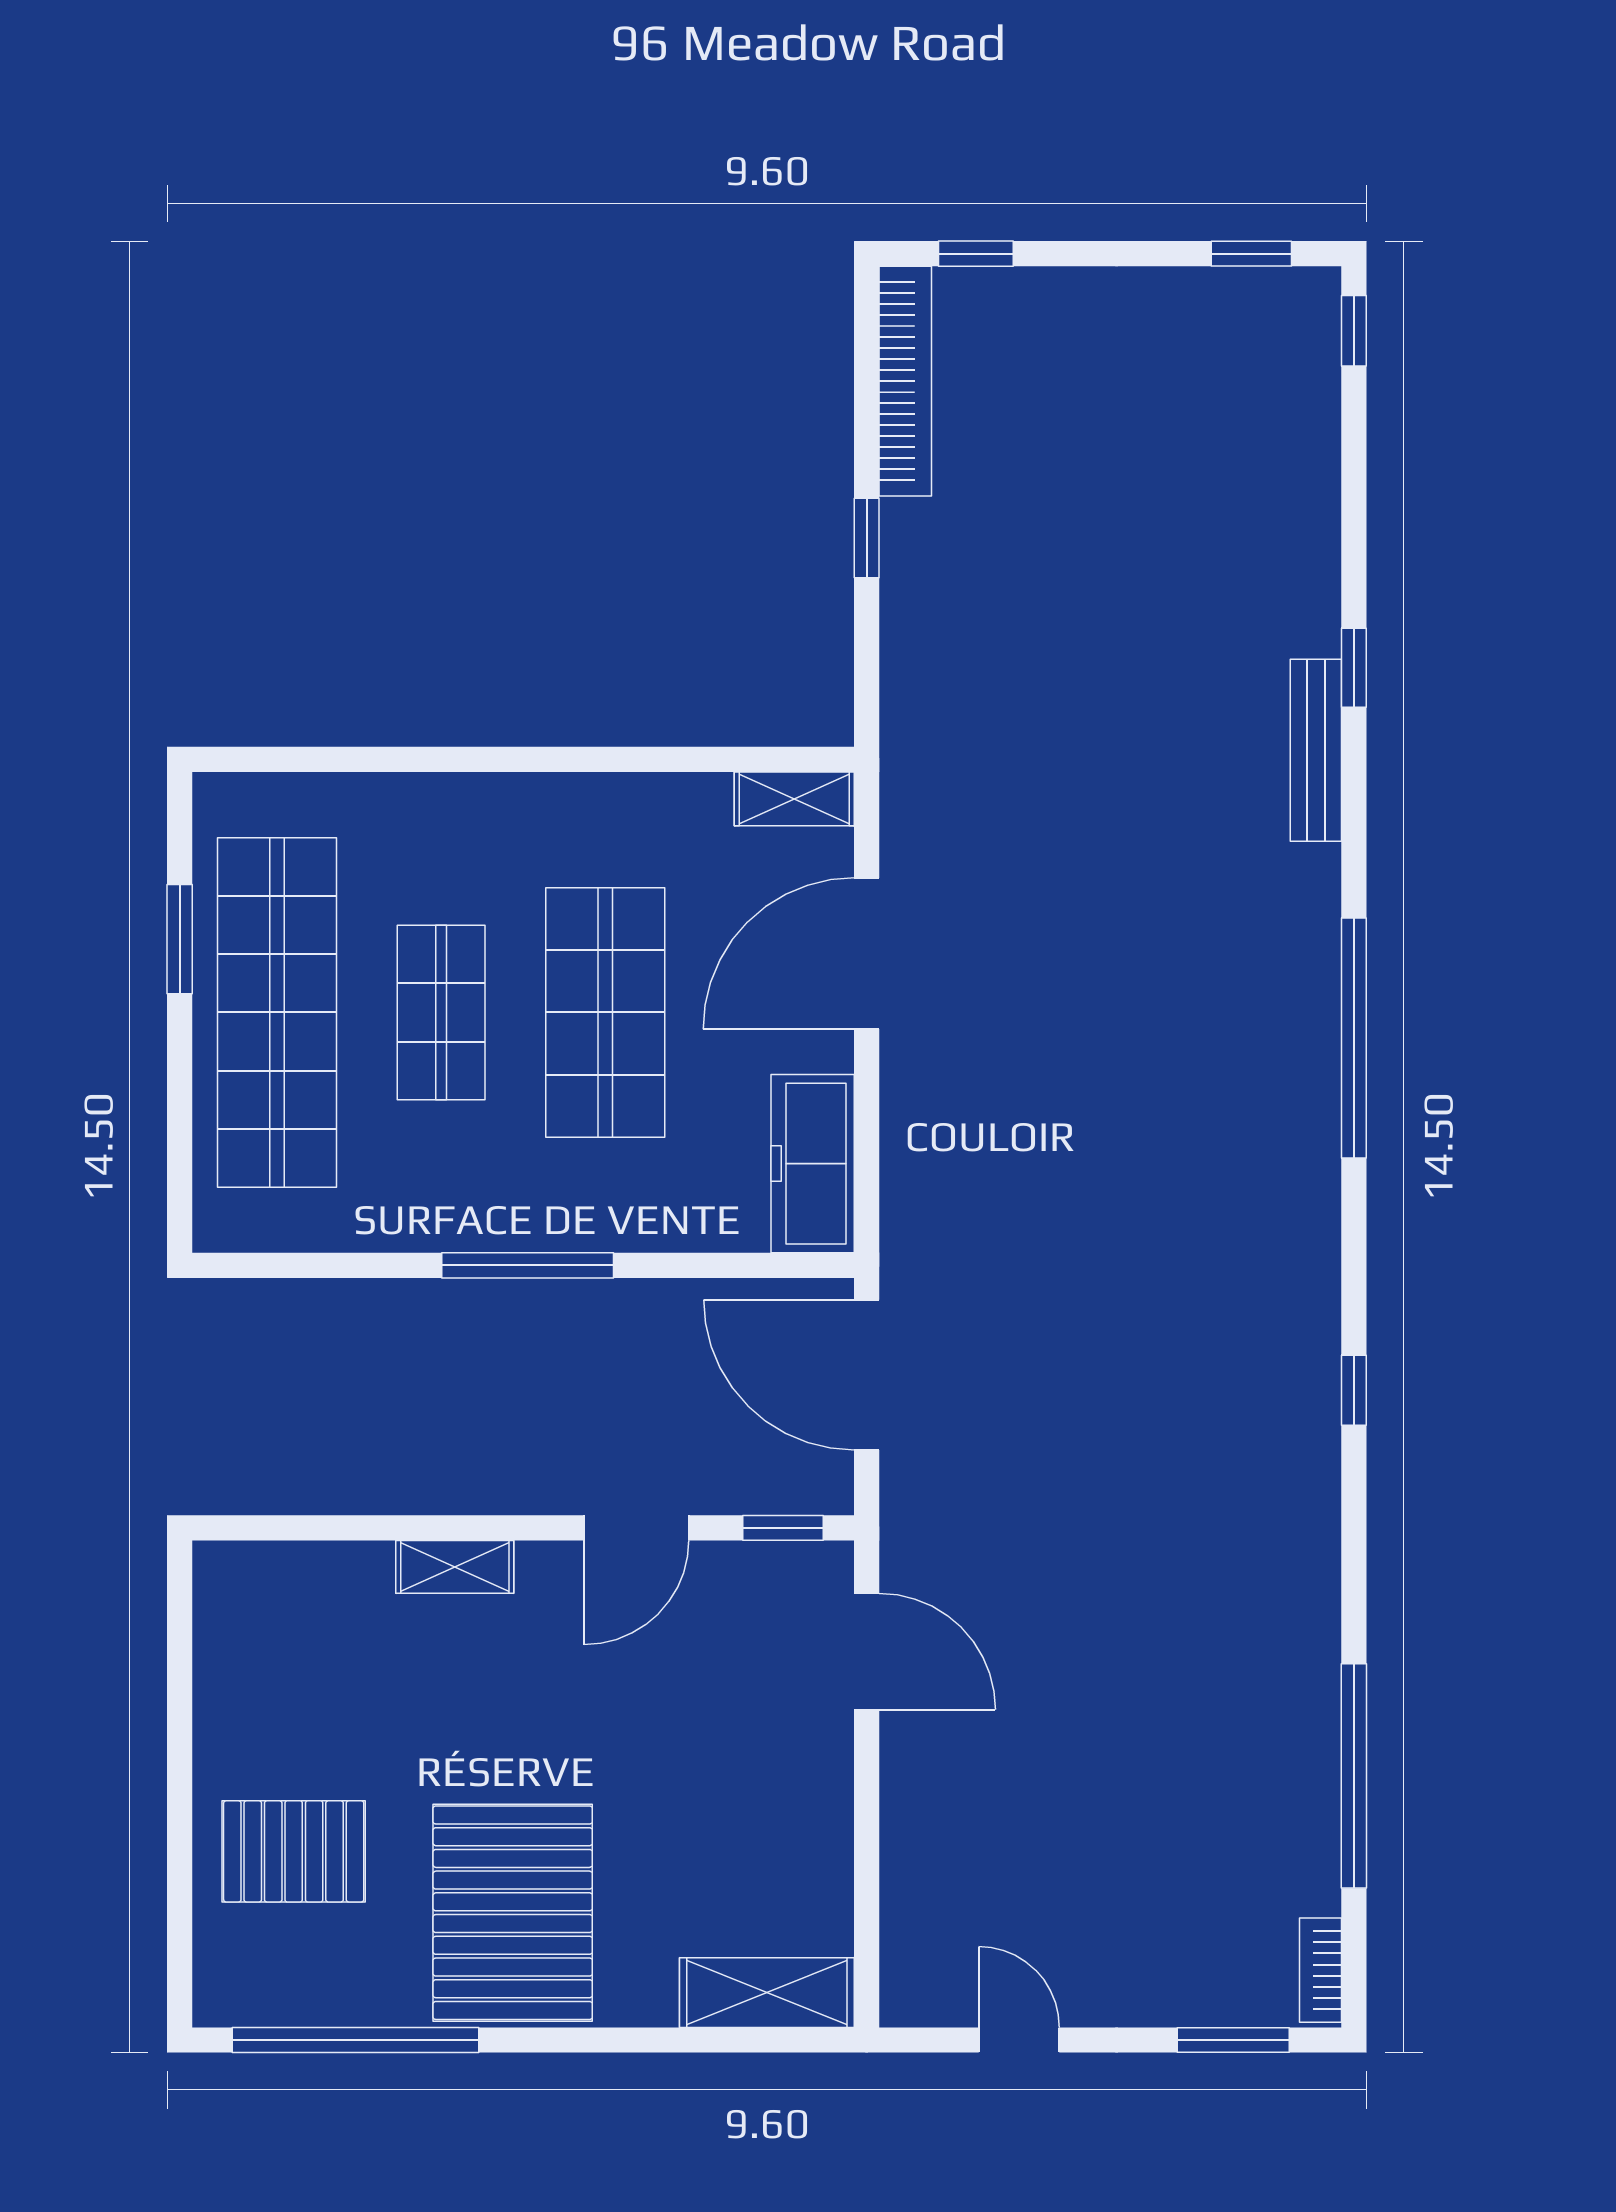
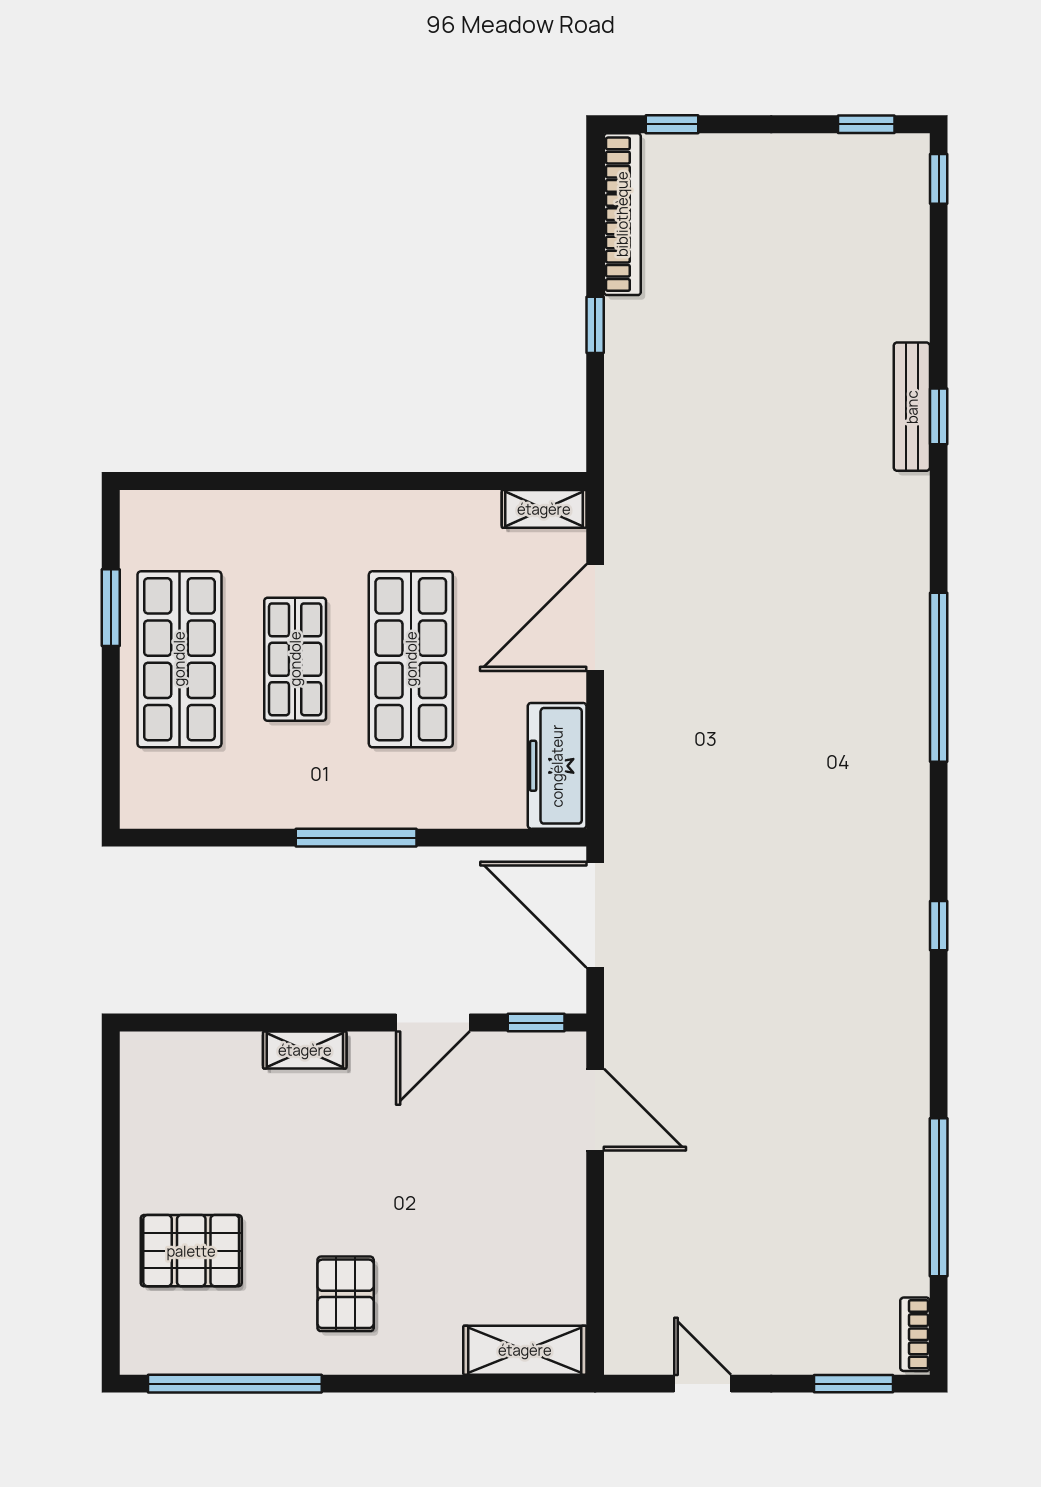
bench: (1316, 750) -> (912, 407), moved
shop shelf: (277, 1012) -> (179, 659), width x0.71
pallet: (513, 1913) -> (346, 1294), width x0.49, depth x0.50

